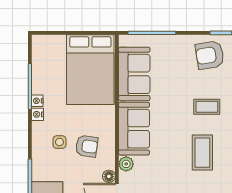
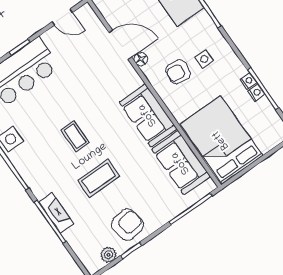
coffee table: (207, 107) -> (99, 178), width x1.36, depth x1.30
nightstand: (38, 114) -> (256, 93), moved
coffee table: (202, 153) -> (75, 136), width x0.73, depth x0.77
plant: (126, 164) -> (134, 80), removed

